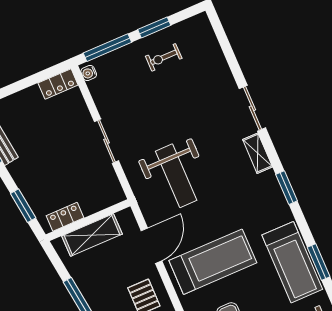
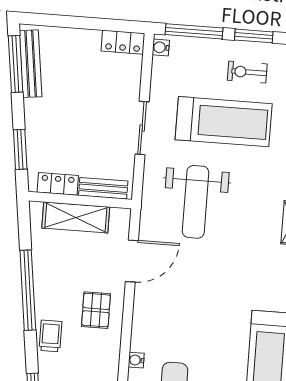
bench: (101, 202) -> (103, 188), added
treadmill: (213, 262) -> (224, 122), moved

